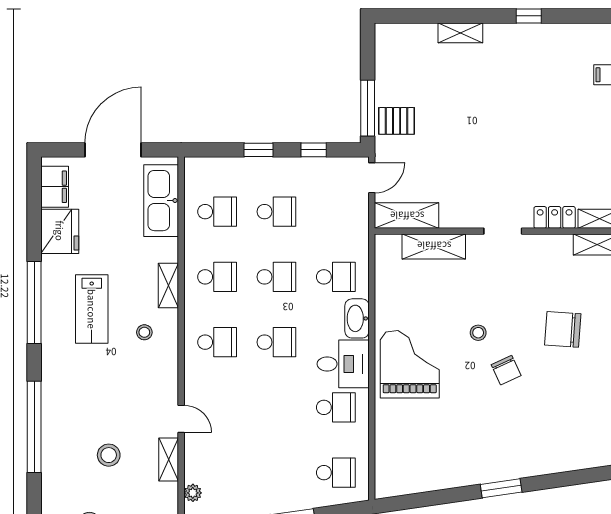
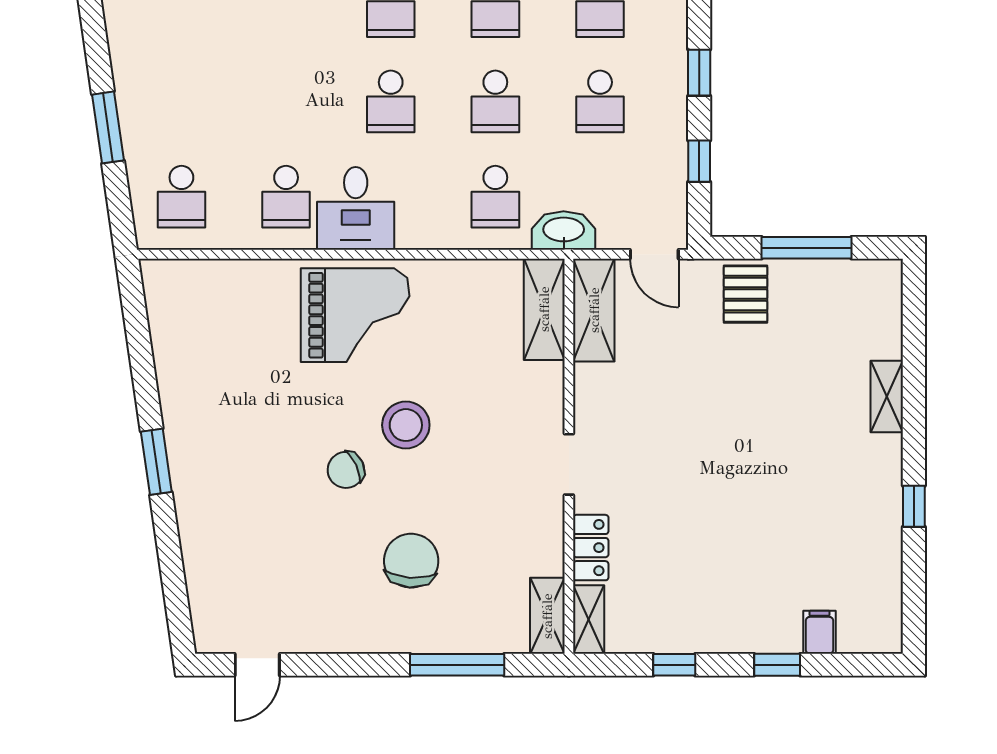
window: (368, 108) -> (807, 248), moved
shelving: (434, 246) -> (544, 309), moved
washbasin: (357, 318) -> (564, 231), moved
stool: (478, 333) -> (406, 425), width x1.89, depth x1.89

